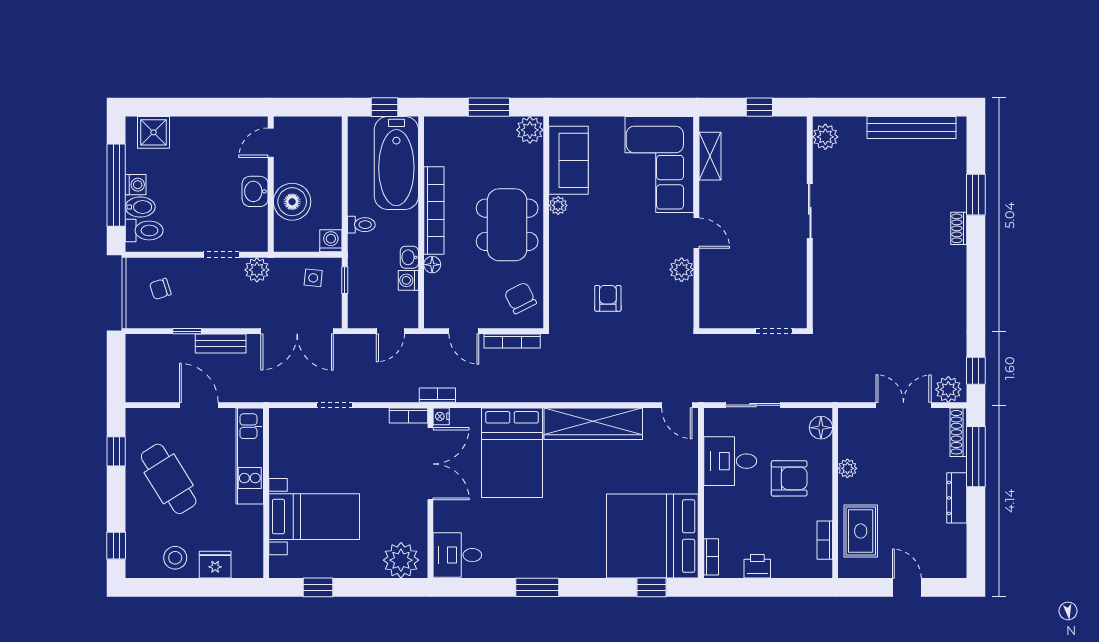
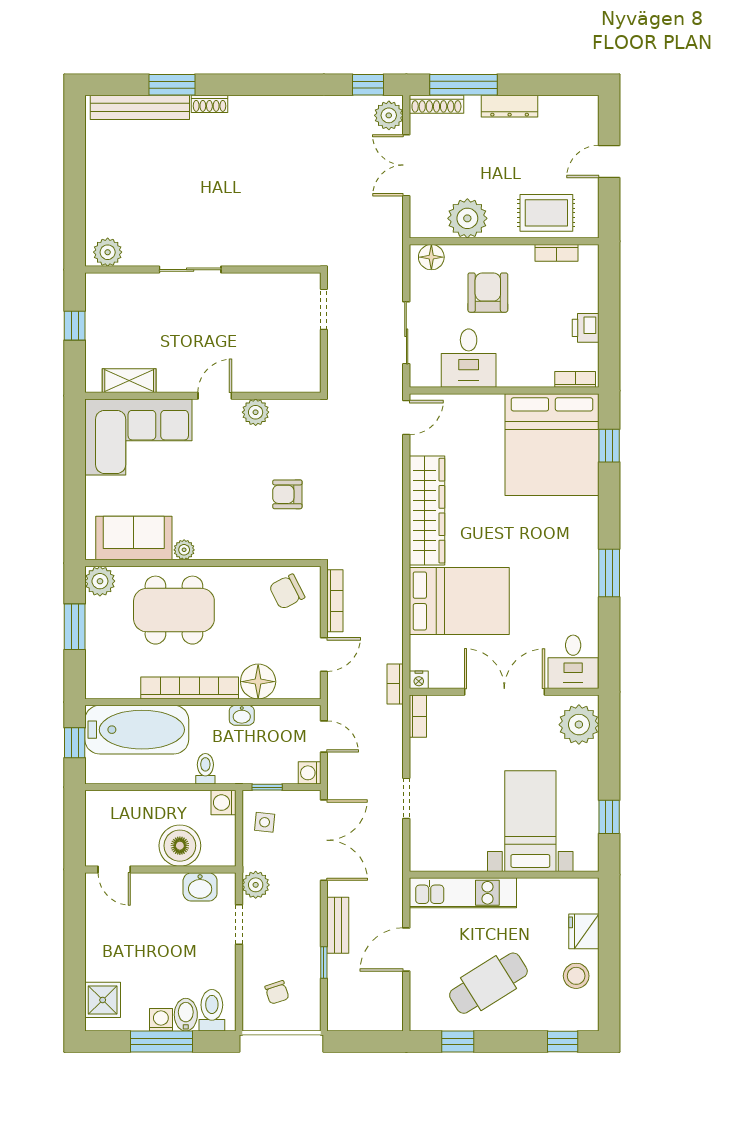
bench: (911, 127) -> (140, 107), moved, turned 90
window: (116, 185) -> (162, 1041), width x0.68
washbasin: (255, 191) -> (200, 887), moved
dining table: (507, 225) -> (174, 610), moved
floor lamp: (432, 265) -> (258, 682), width x1.89, depth x1.89
washing machine: (408, 280) -> (310, 773), moved, turned 90
double door: (430, 464) -> (504, 692), moved
plant: (847, 468) -> (467, 218), width x1.88, depth x1.88

